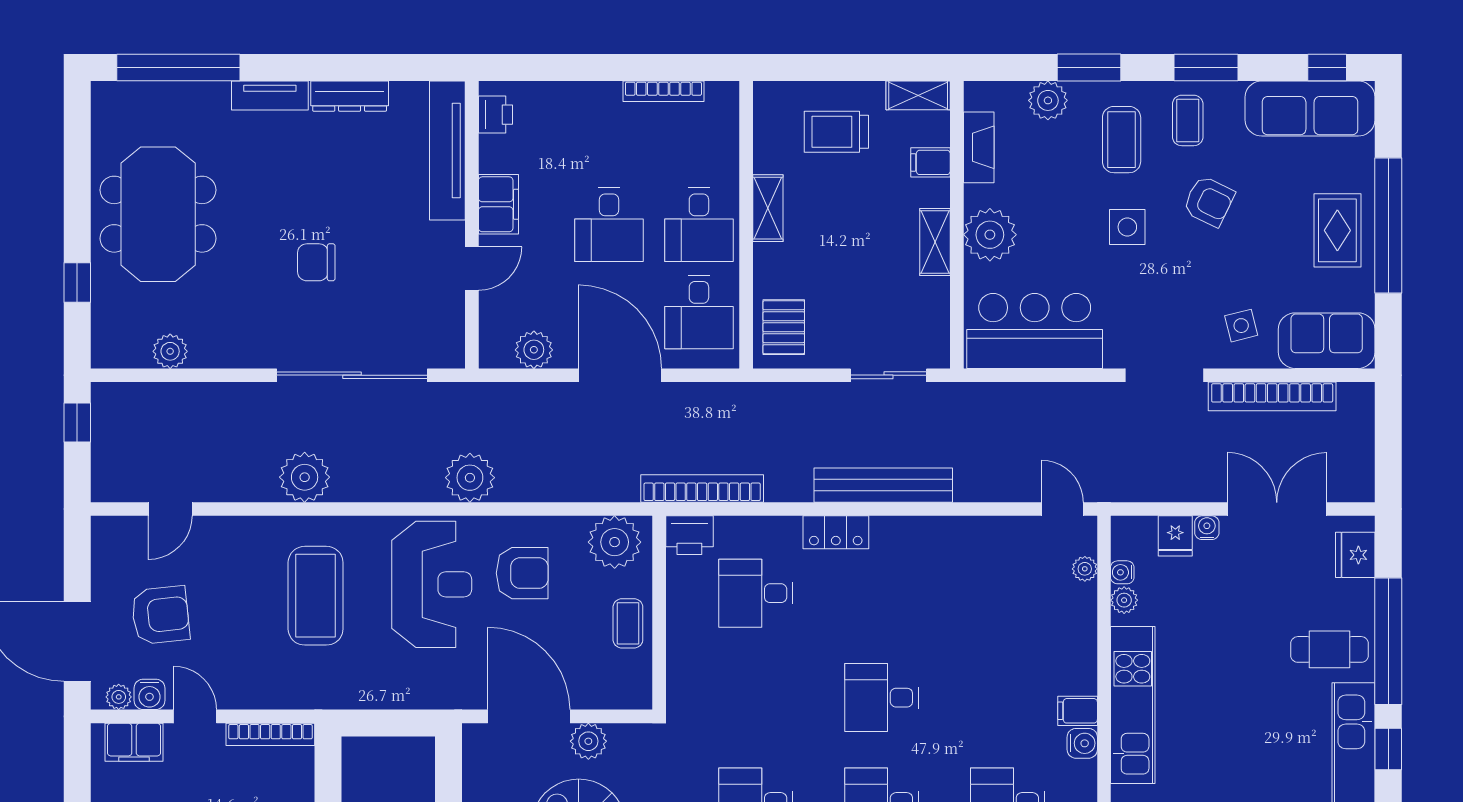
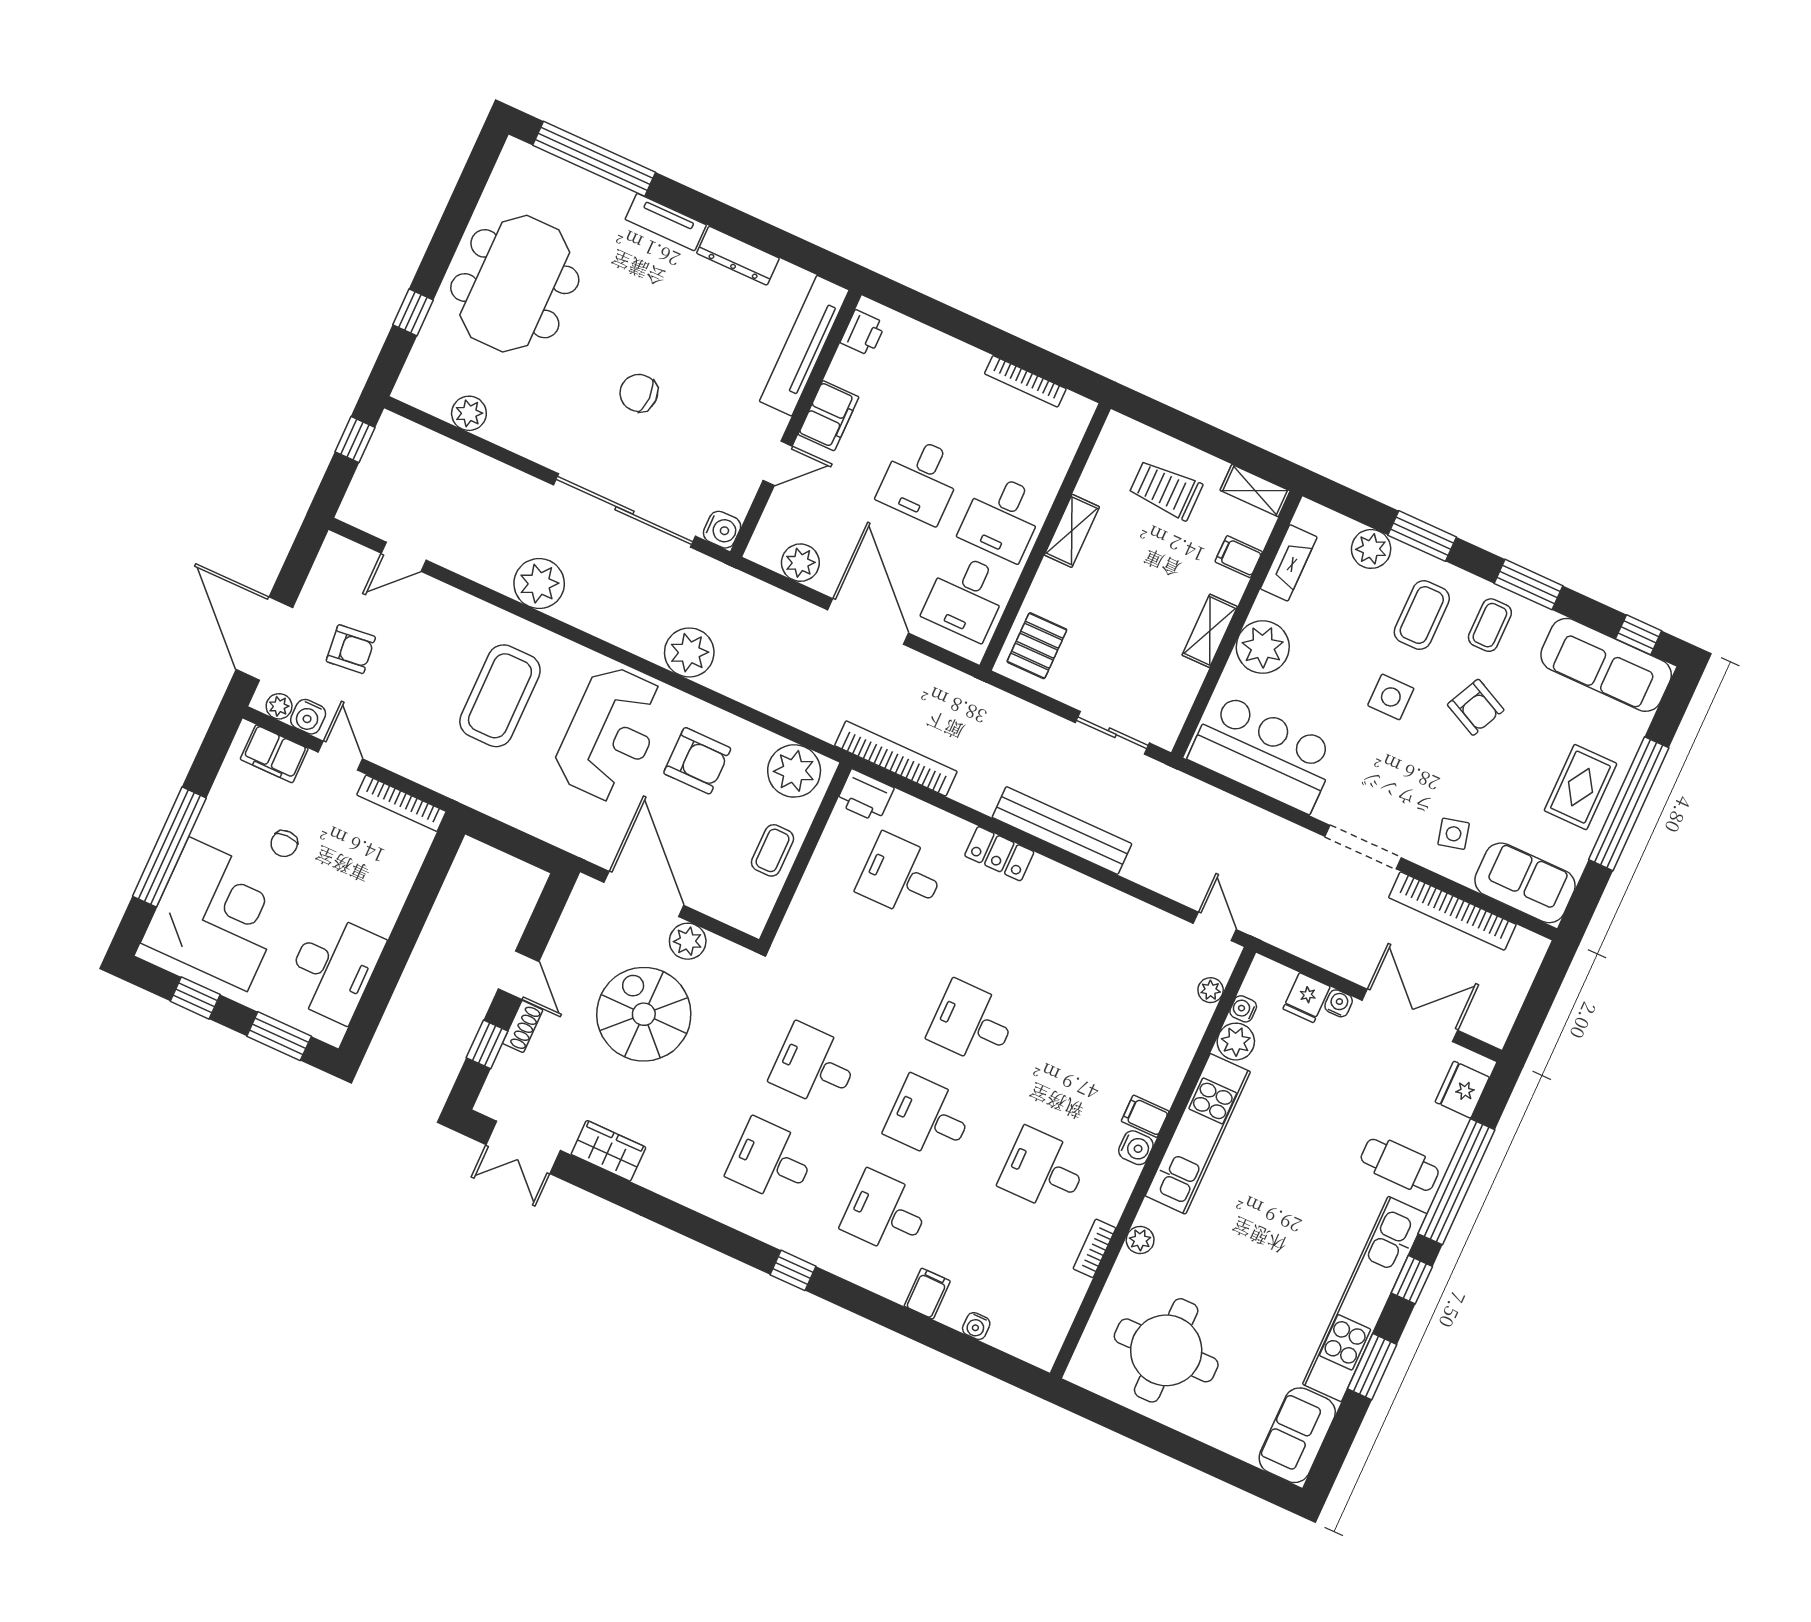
water cooler: (449, 352) -> (722, 530), added
plant: (1124, 600) -> (1236, 1042), width x1.38, depth x1.38
armchair: (160, 615) -> (351, 649), width x0.72, depth x0.72

